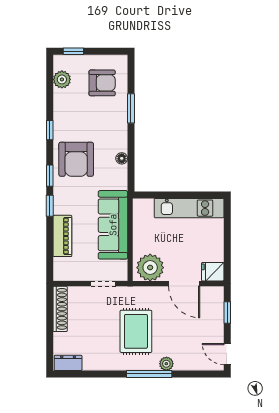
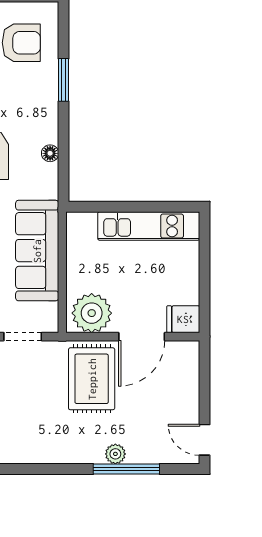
door: (184, 284) -> (142, 337), hinge flipped
window: (227, 313) -> (205, 379), removed
rug: (136, 331) -> (92, 379), moved
window: (149, 374) -> (126, 469), moved

